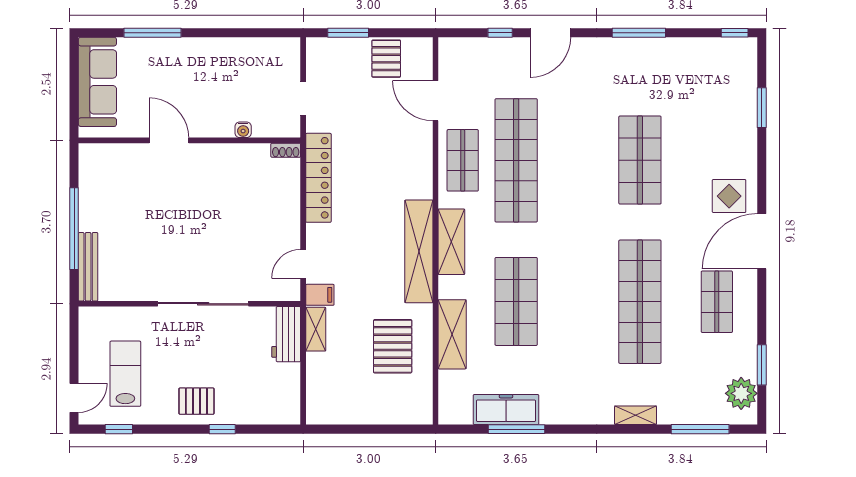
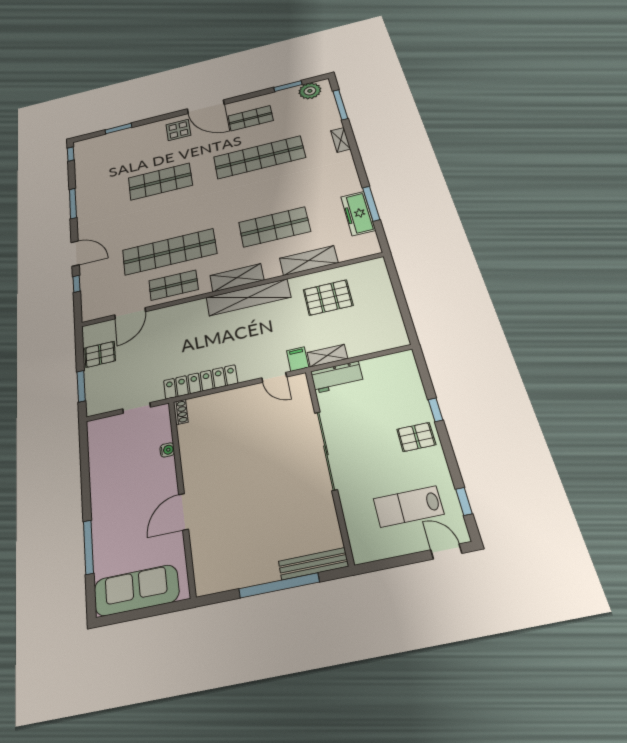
pallet: (196, 401) -> (416, 437), turned 90

